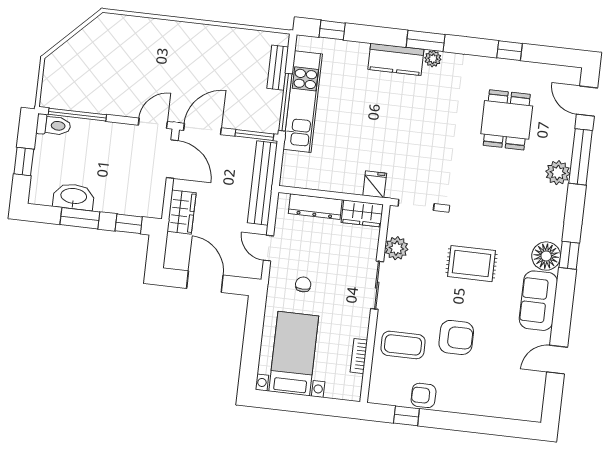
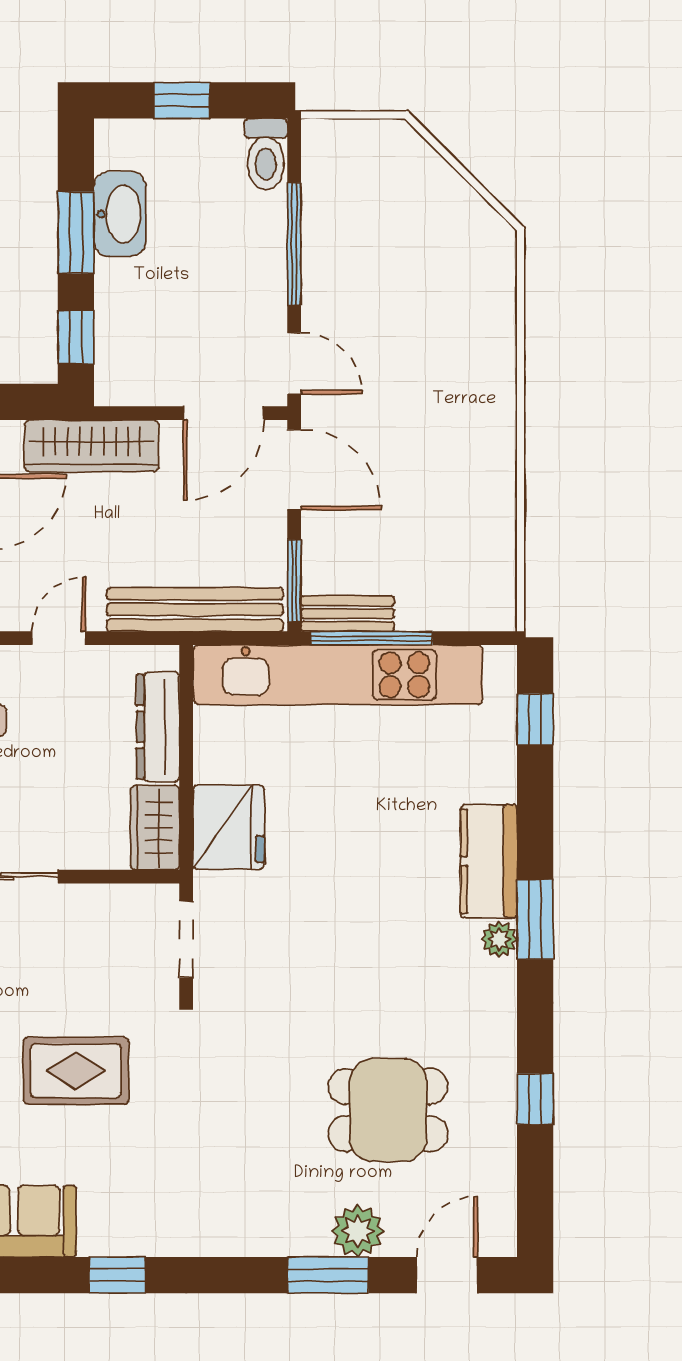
bench: (278, 68) -> (348, 614), moved
kitchen unit: (303, 102) -> (338, 675), width x1.36
window: (77, 115) -> (294, 244), moved
window: (581, 157) -> (328, 1275), width x0.69
plant: (558, 173) -> (358, 1231), moved
fridge: (375, 184) -> (229, 827), width x1.88, depth x1.34
wardrobe: (182, 212) -> (92, 446), width x1.50
plant: (396, 248) -> (90, 909), removed
floor lamp: (546, 256) -> (110, 1227), removed
rug: (471, 264) -> (76, 1071), turned 90

